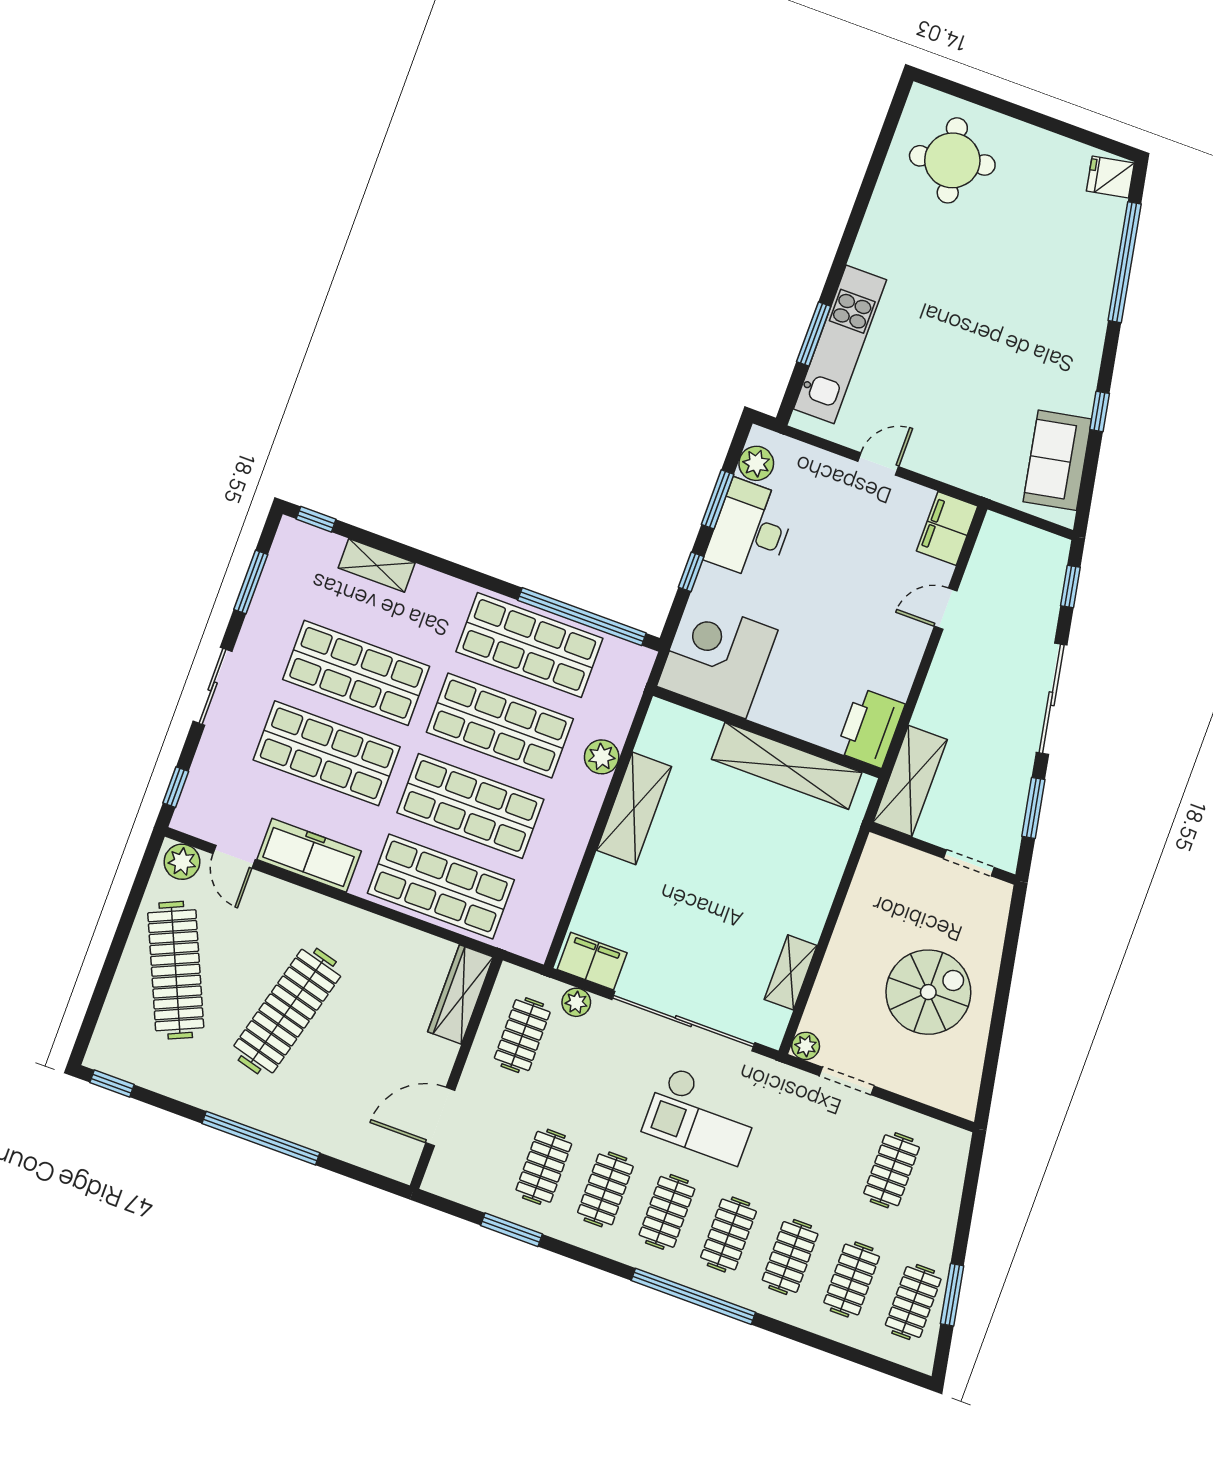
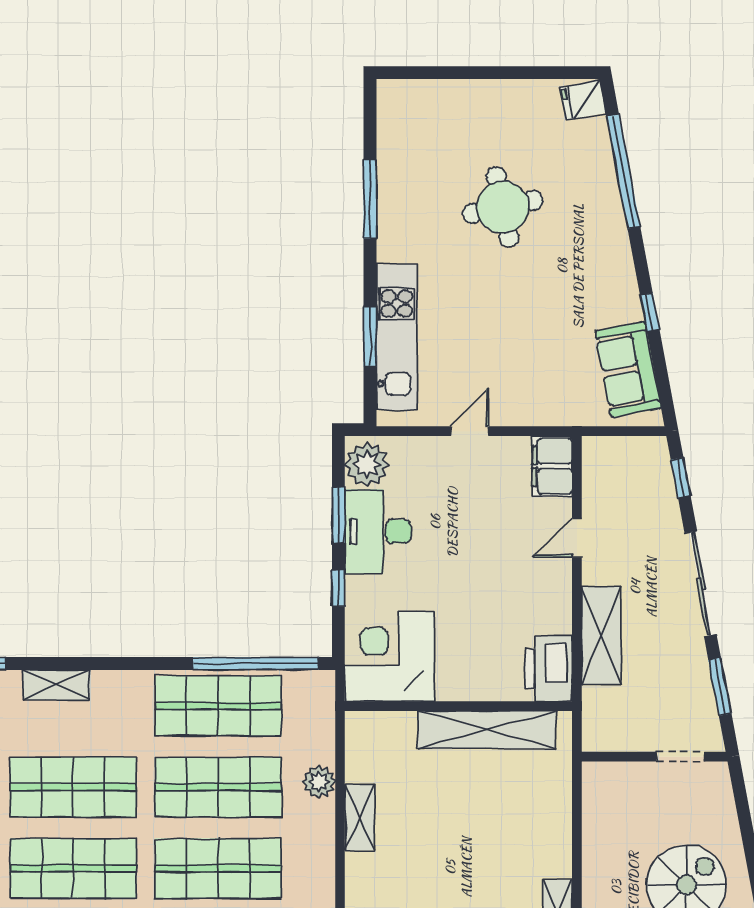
round table: (952, 160) -> (503, 207), moved
window: (863, 198) -> (370, 199), added
plant: (756, 463) -> (367, 464), width x1.36, depth x1.36
shelving: (910, 781) -> (601, 636), moved
shelving: (634, 808) -> (360, 817), width x0.67, depth x0.75

